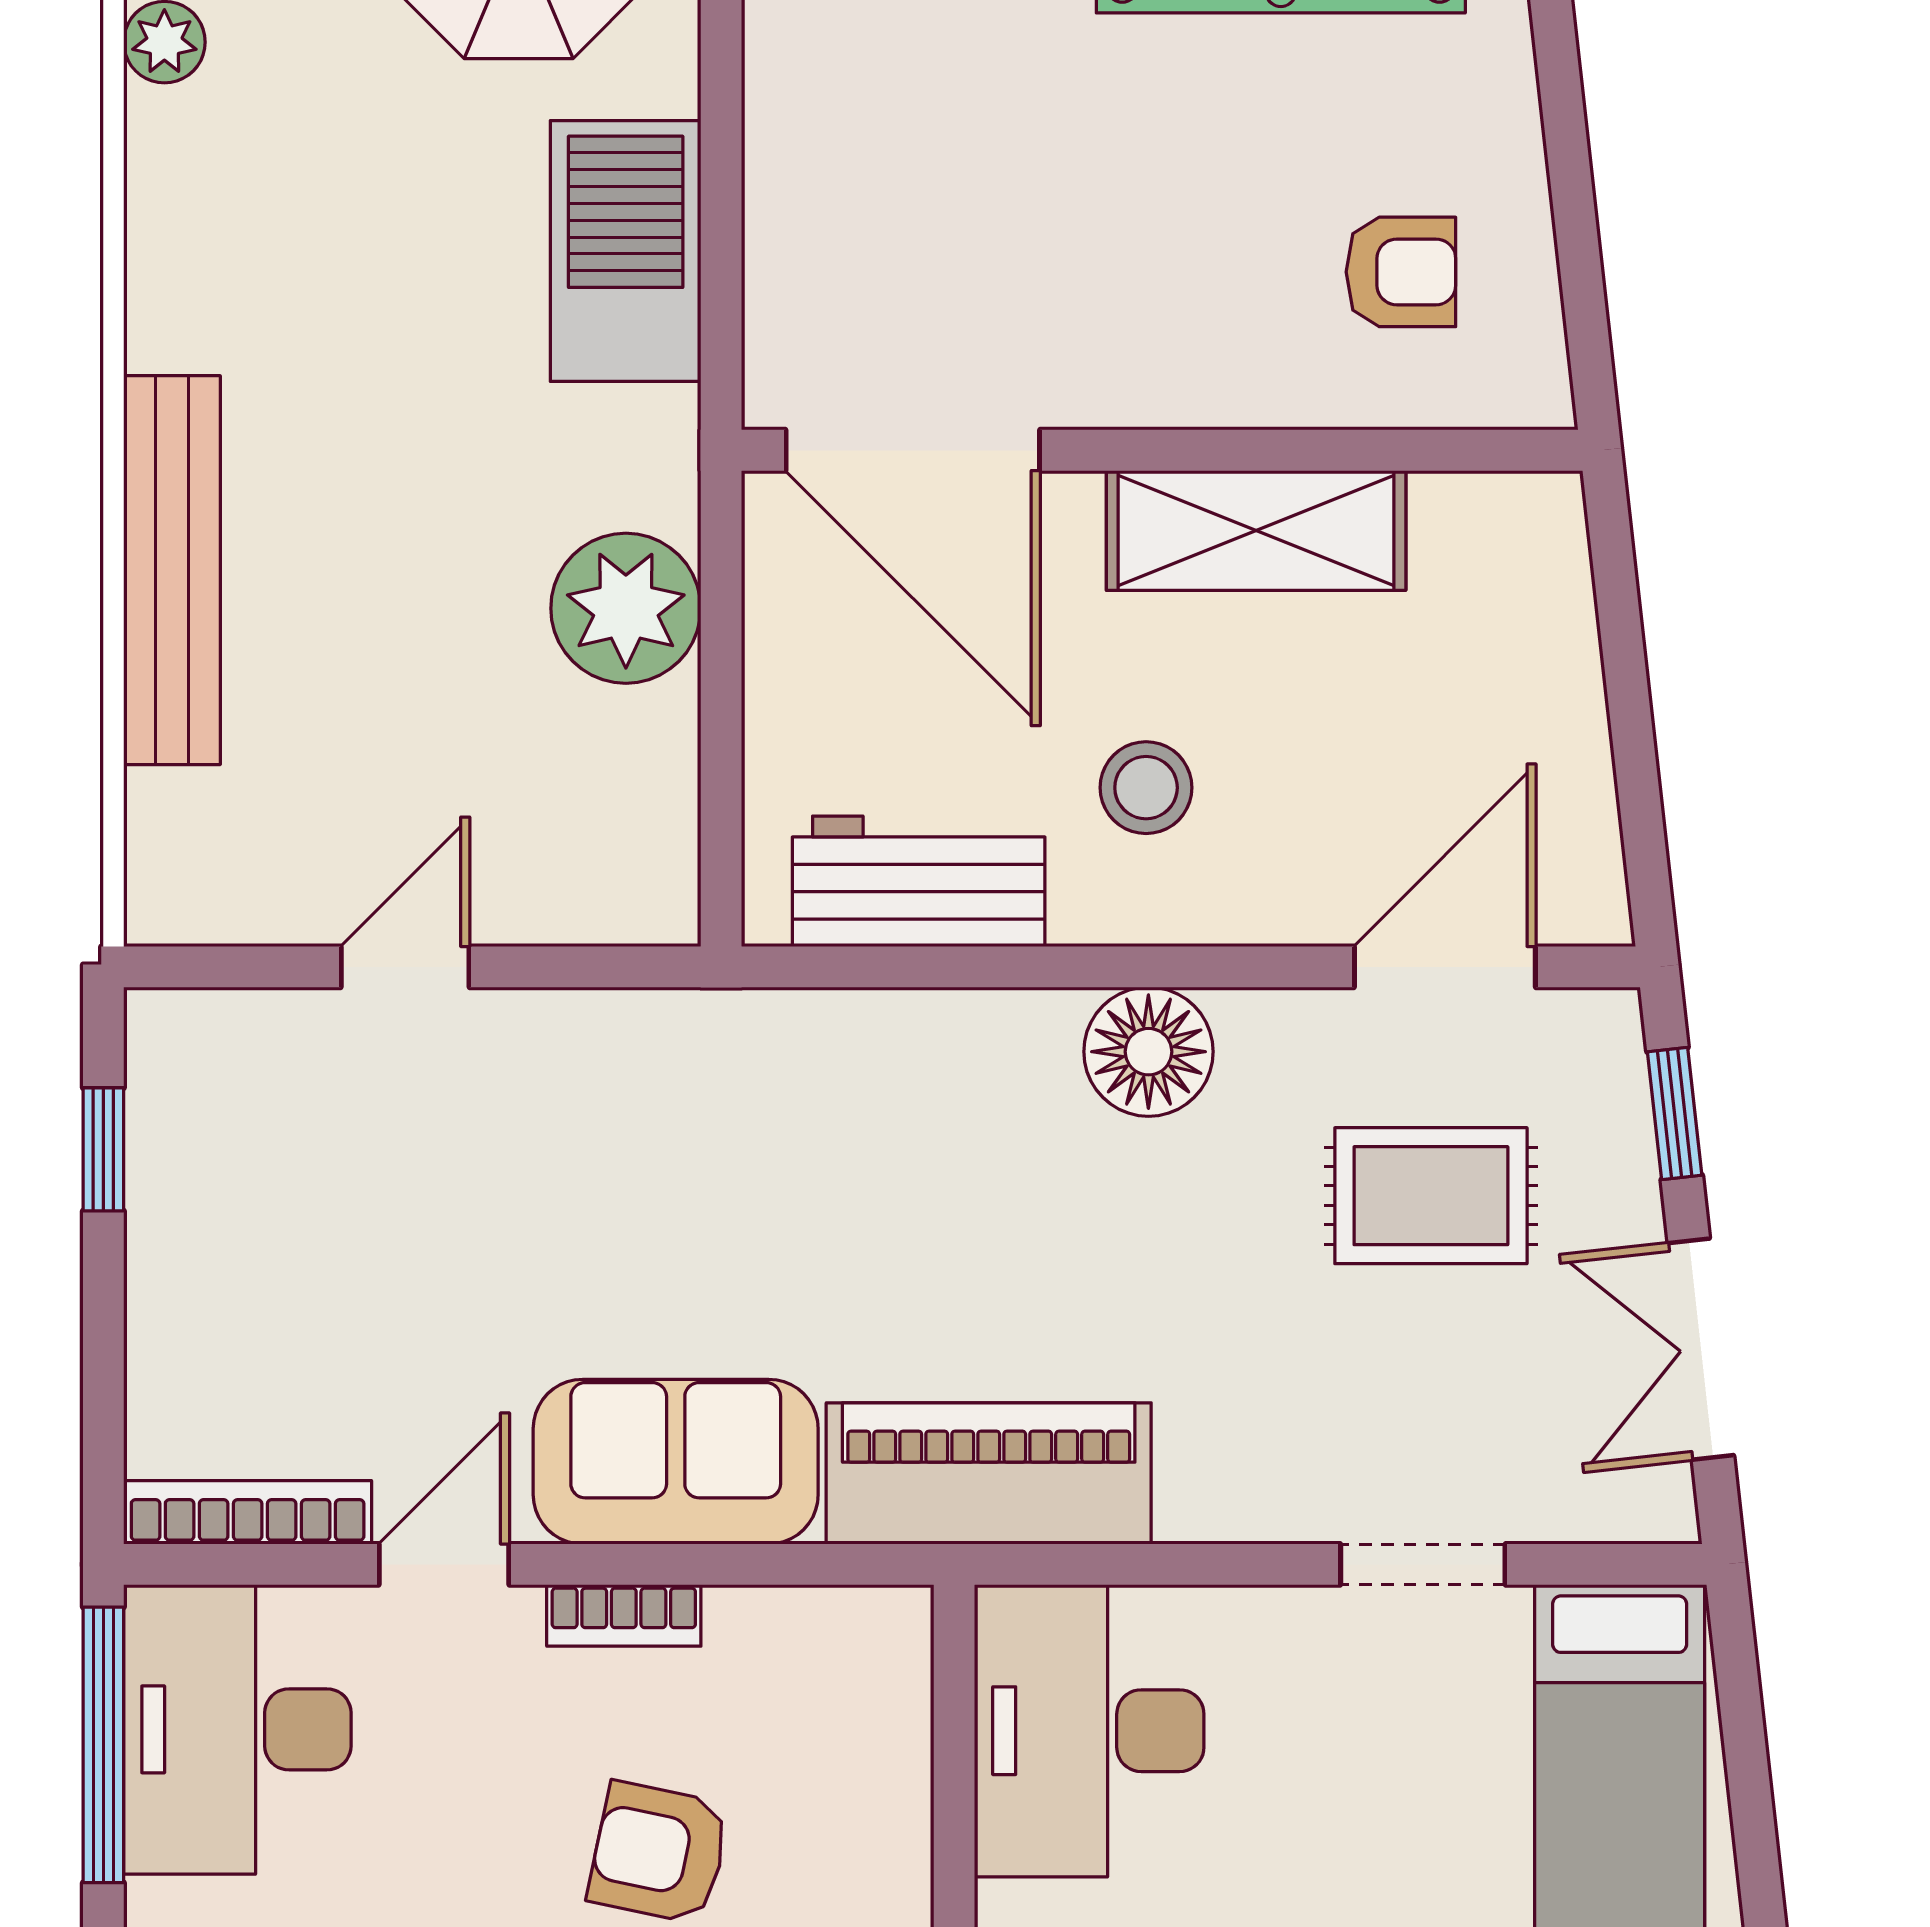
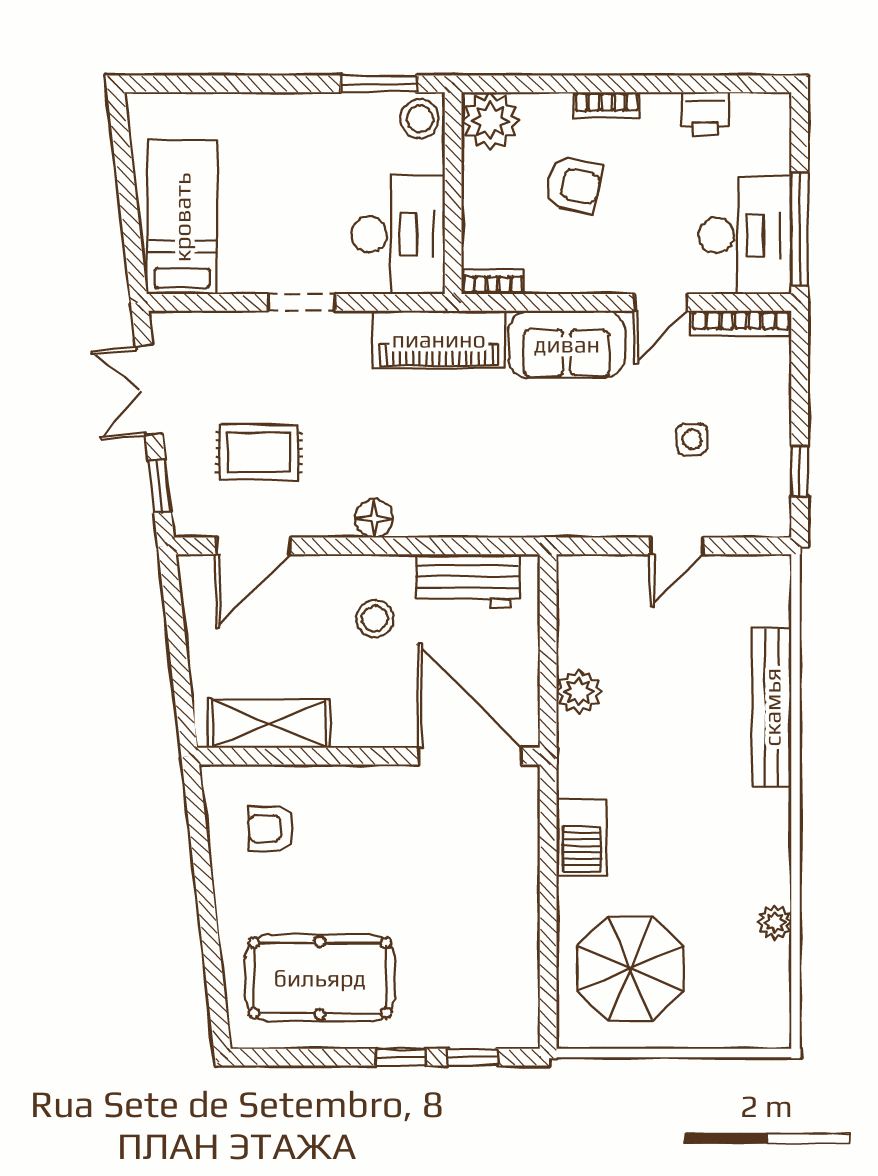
barbecue: (626, 251) -> (582, 837), width x0.73, depth x0.83
shelving: (1256, 530) -> (269, 723), moved
plant: (626, 608) -> (579, 692), width x0.73, depth x0.73
floor lamp: (1148, 1052) -> (374, 518), width x0.73, depth x0.73
side table: (368, 1228) -> (692, 440), added
double door: (1701, 1349) -> (149, 390), swing flipped
doorway: (1423, 1564) -> (301, 302), moved
bookcase: (624, 1615) -> (493, 282), moved

